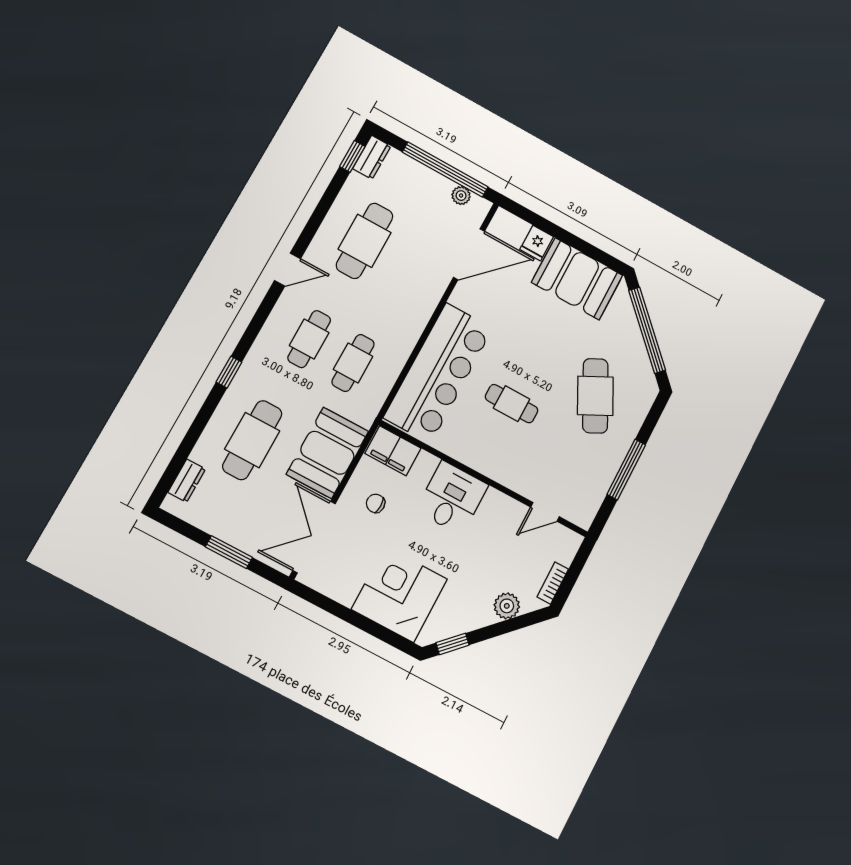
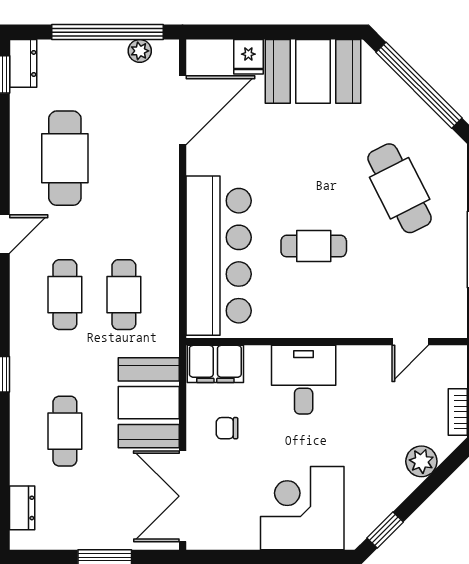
cafe table: (252, 440) -> (65, 431), width x0.73, depth x0.74

